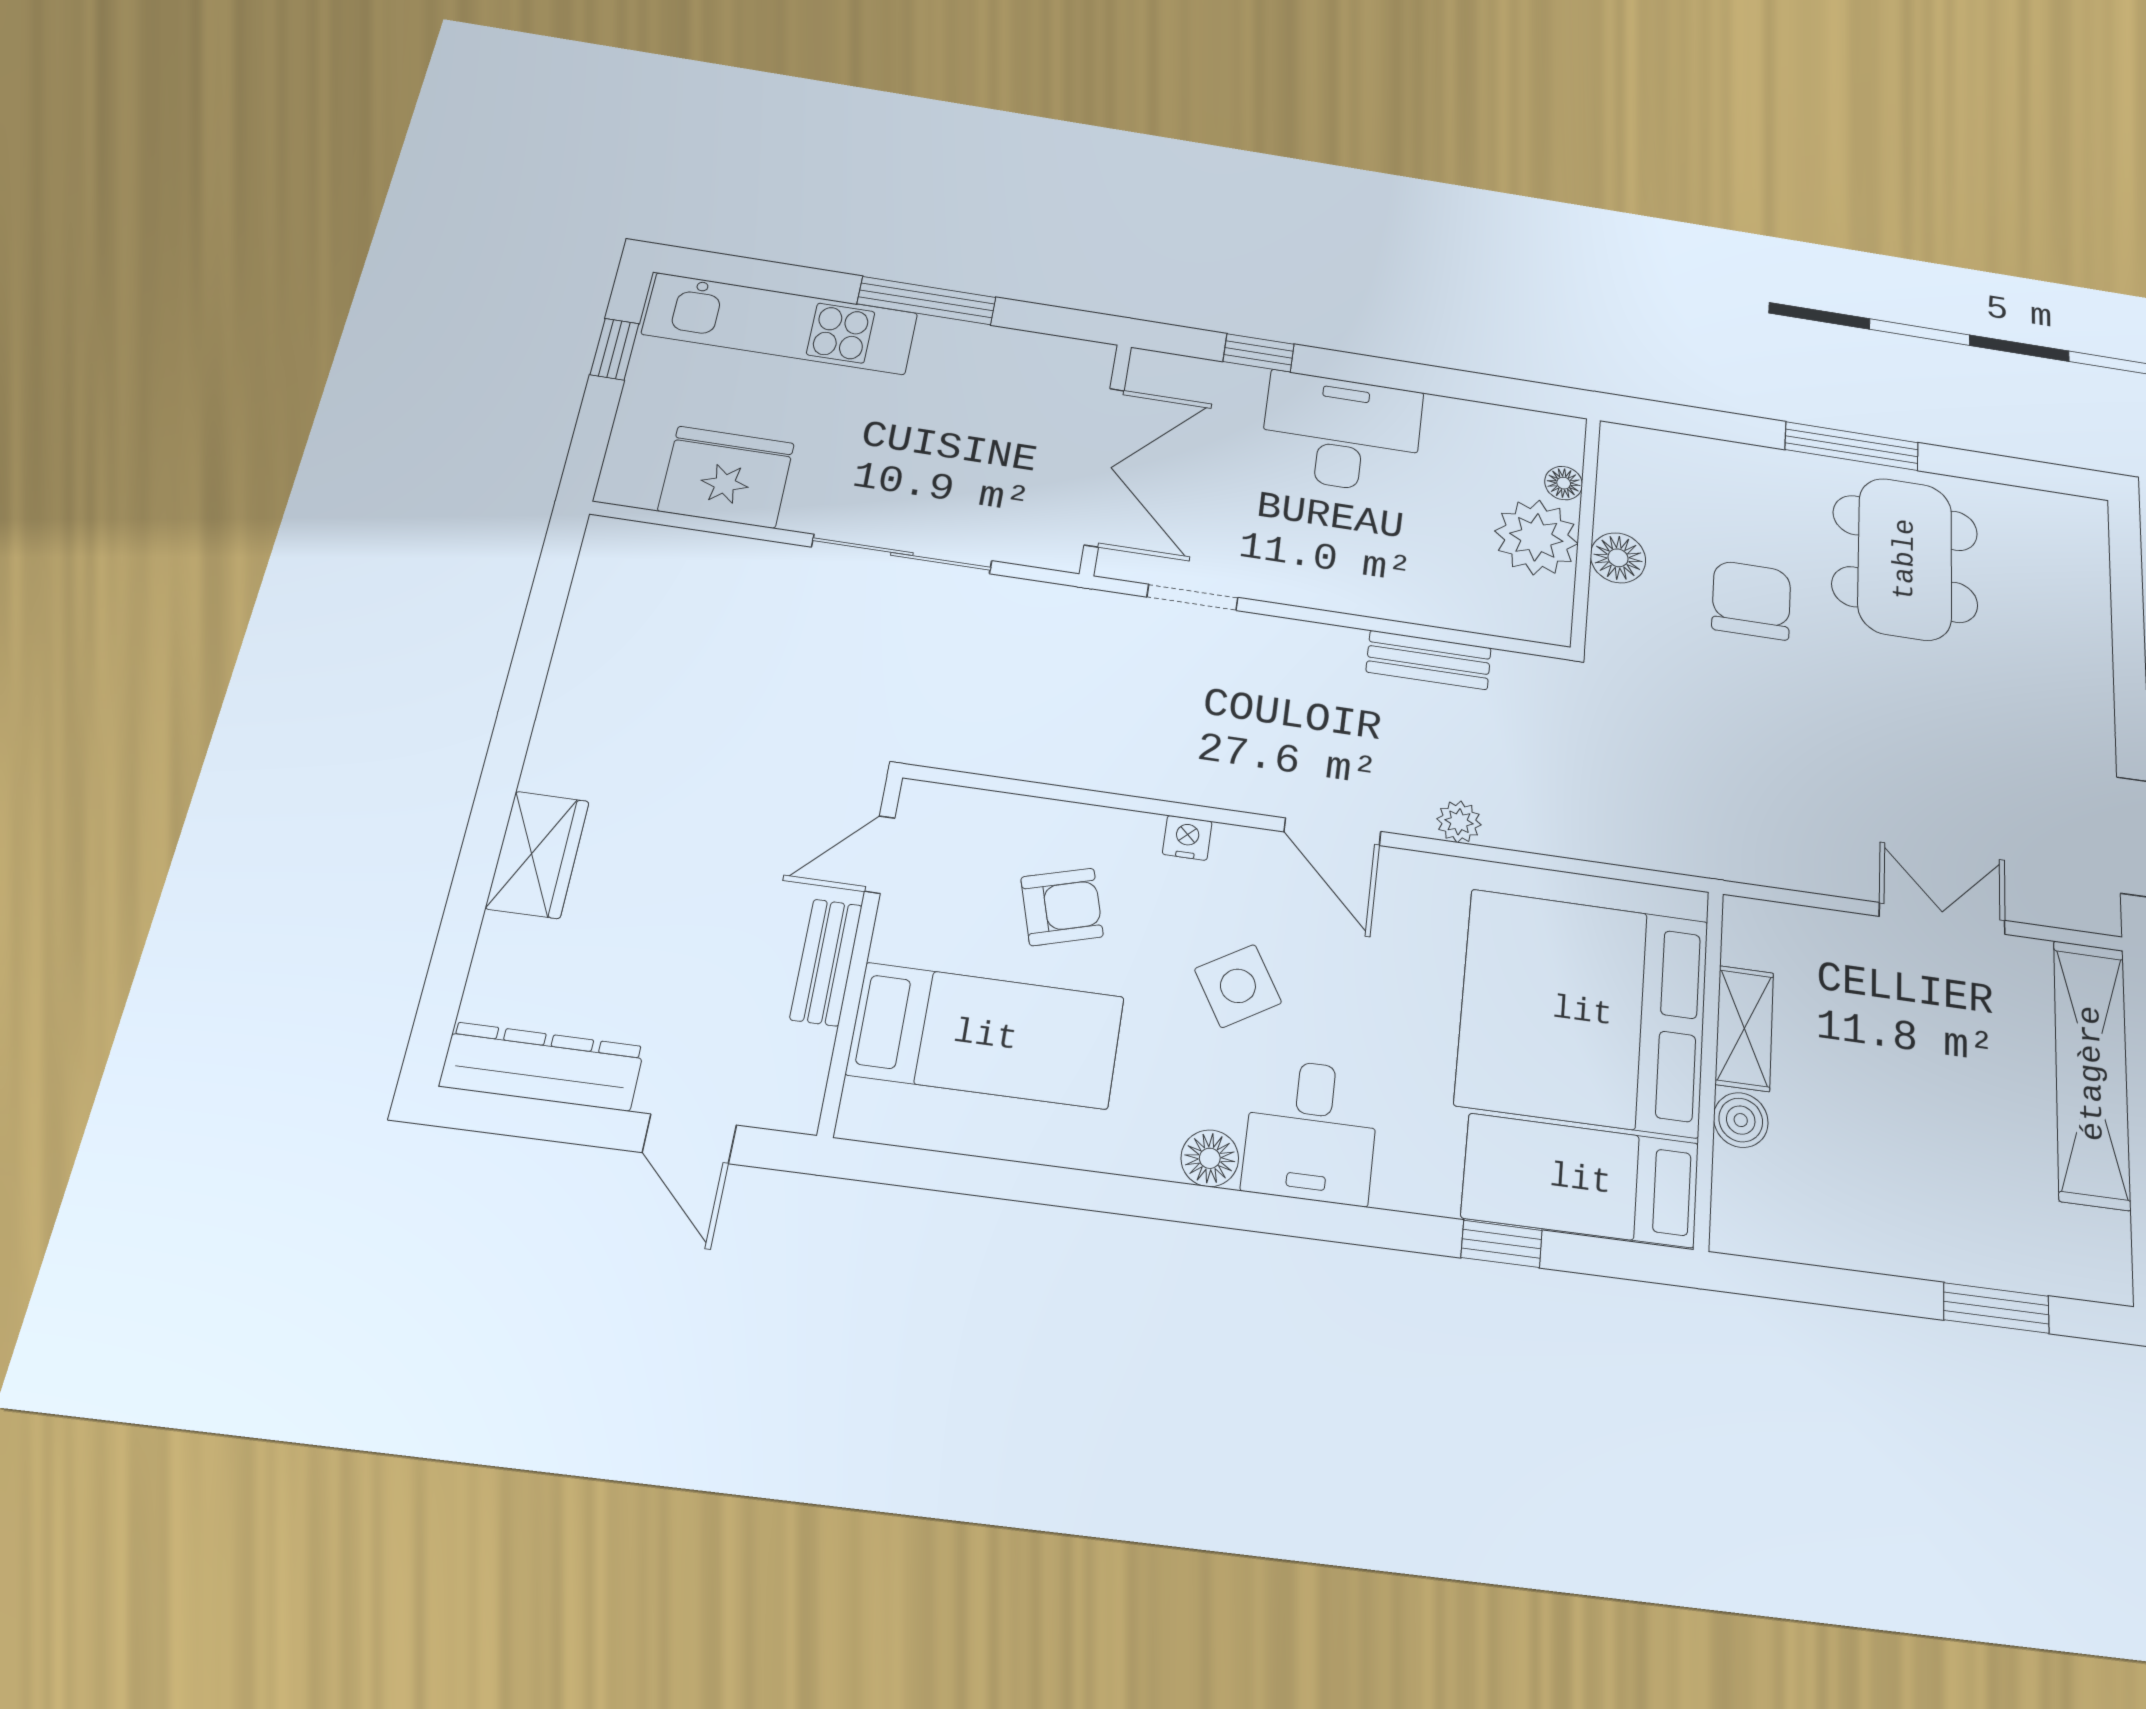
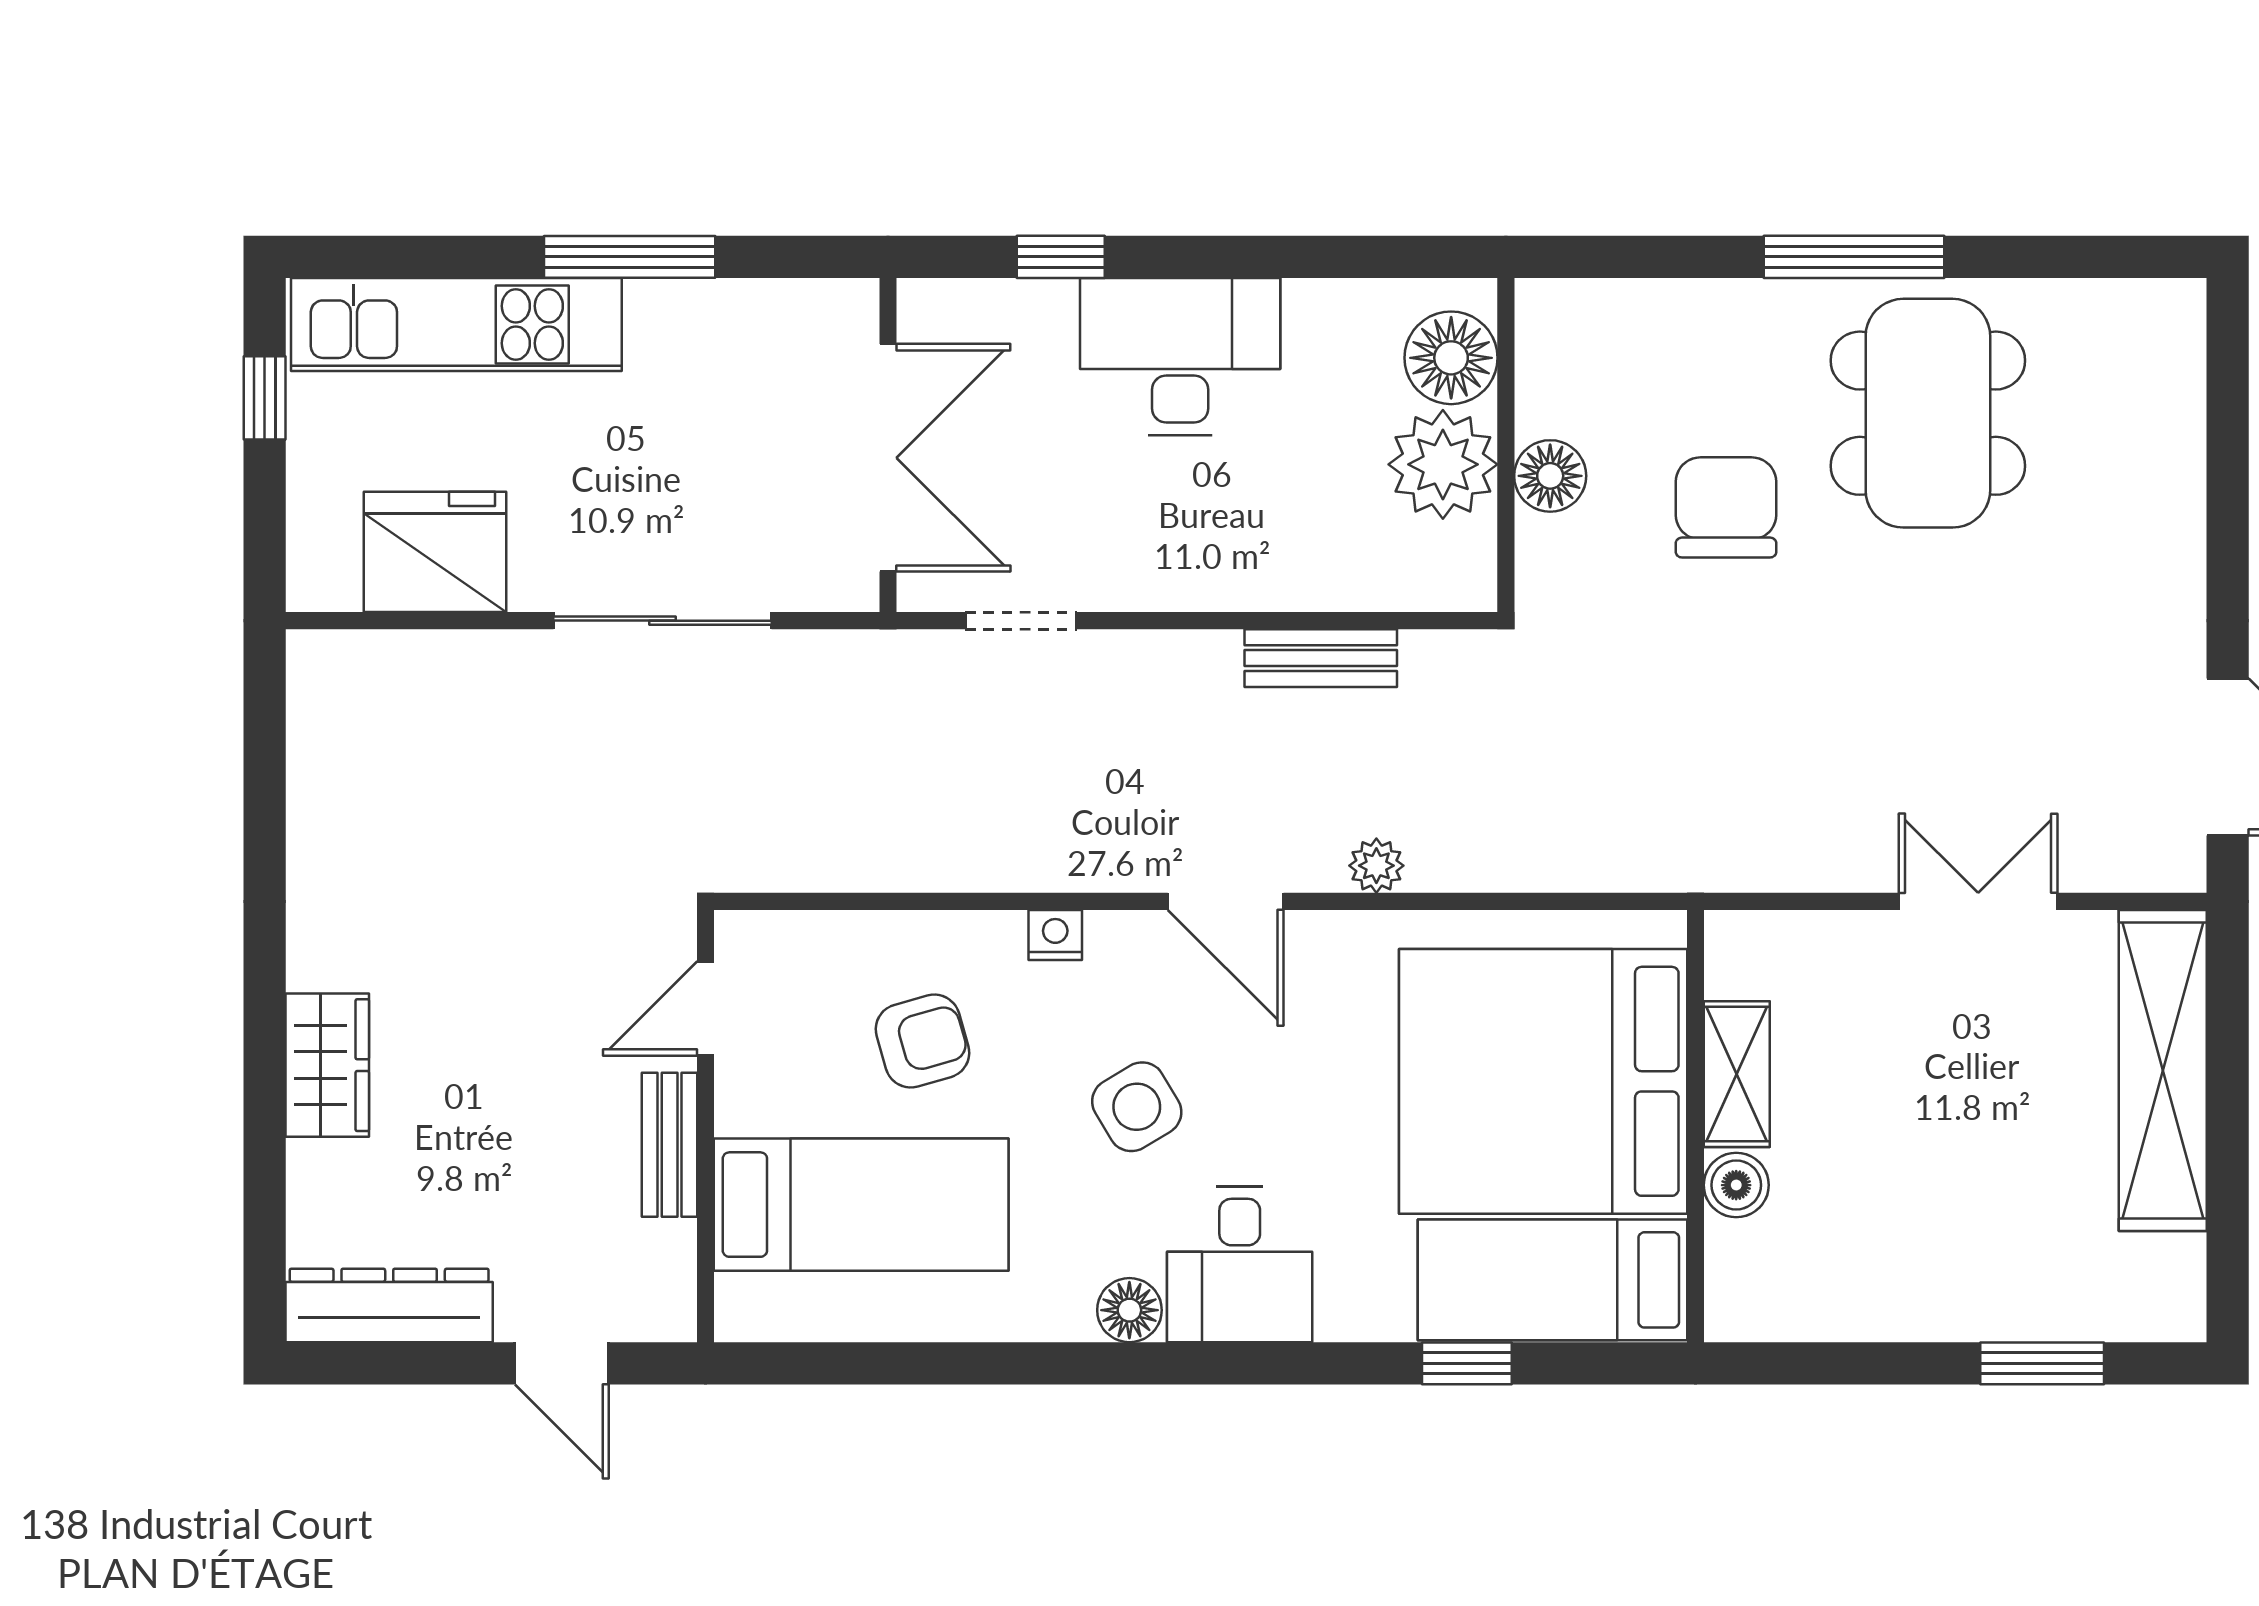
floor lamp: (1564, 483) -> (1451, 358), width x1.89, depth x1.89

